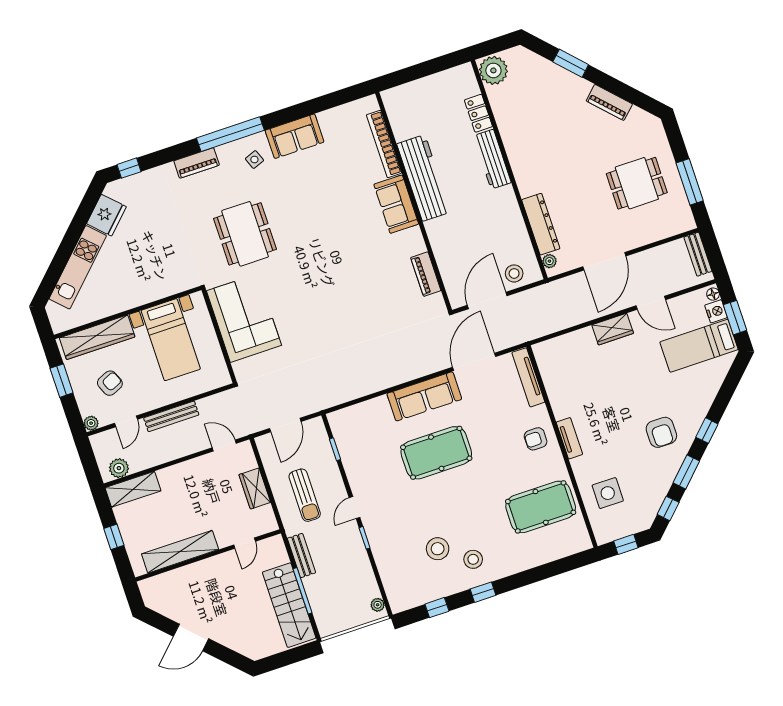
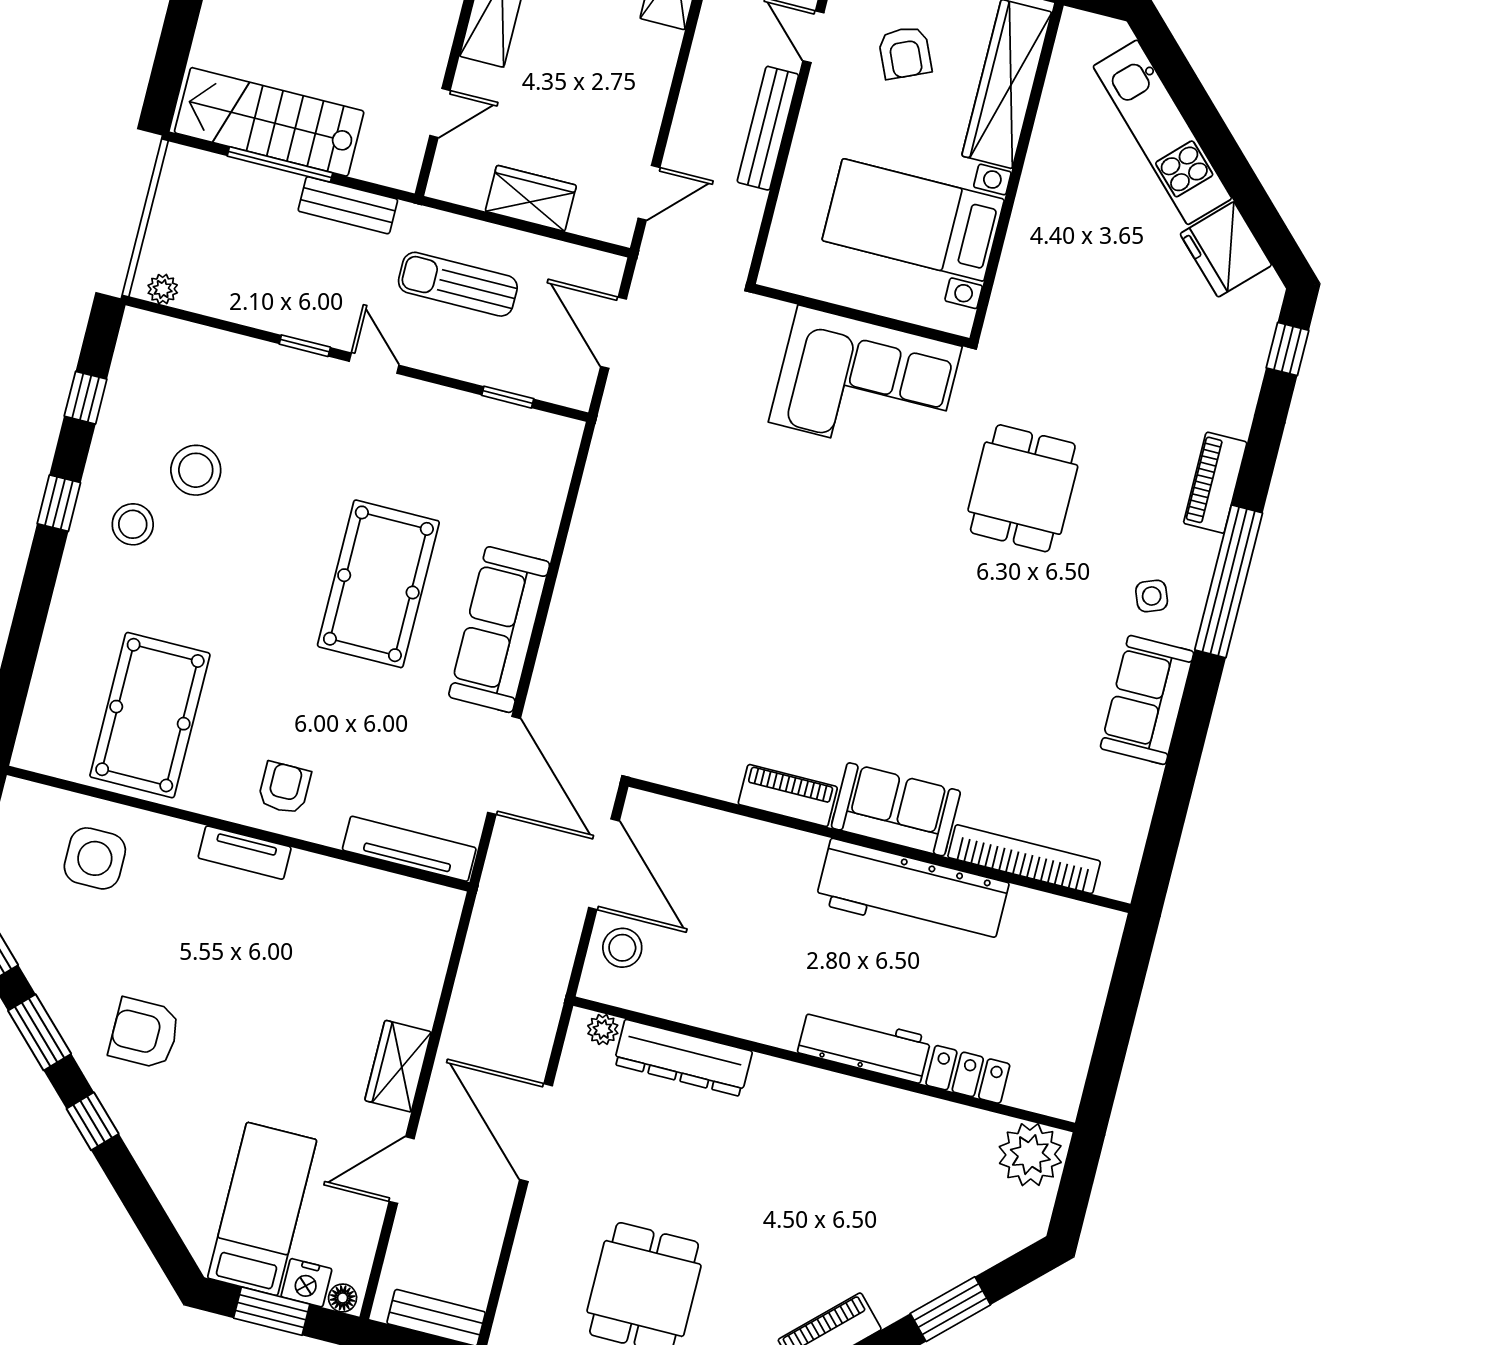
dining table: (245, 234) -> (1023, 488), width x0.73
piano: (426, 274) -> (788, 796), moved
door: (245, 543) -> (440, 113), swing flipped

